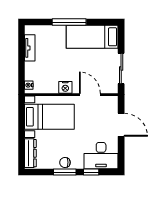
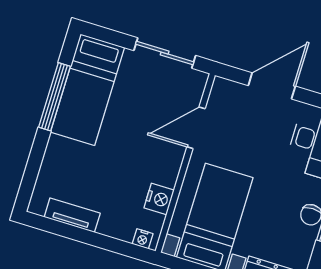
window: (69, 22) -> (55, 97), moved
nightstand: (65, 87) -> (159, 199), moved

